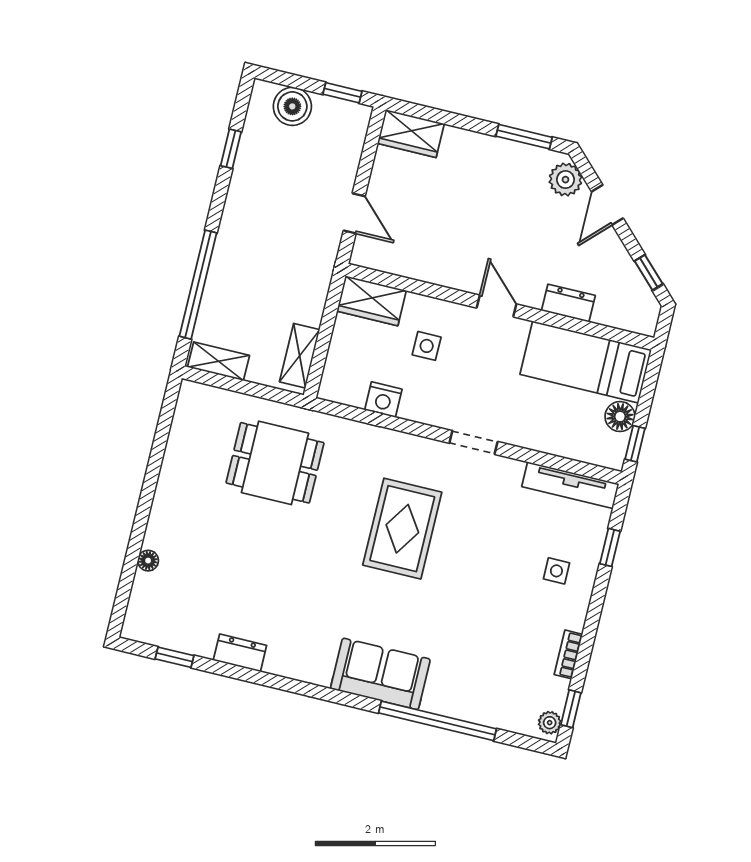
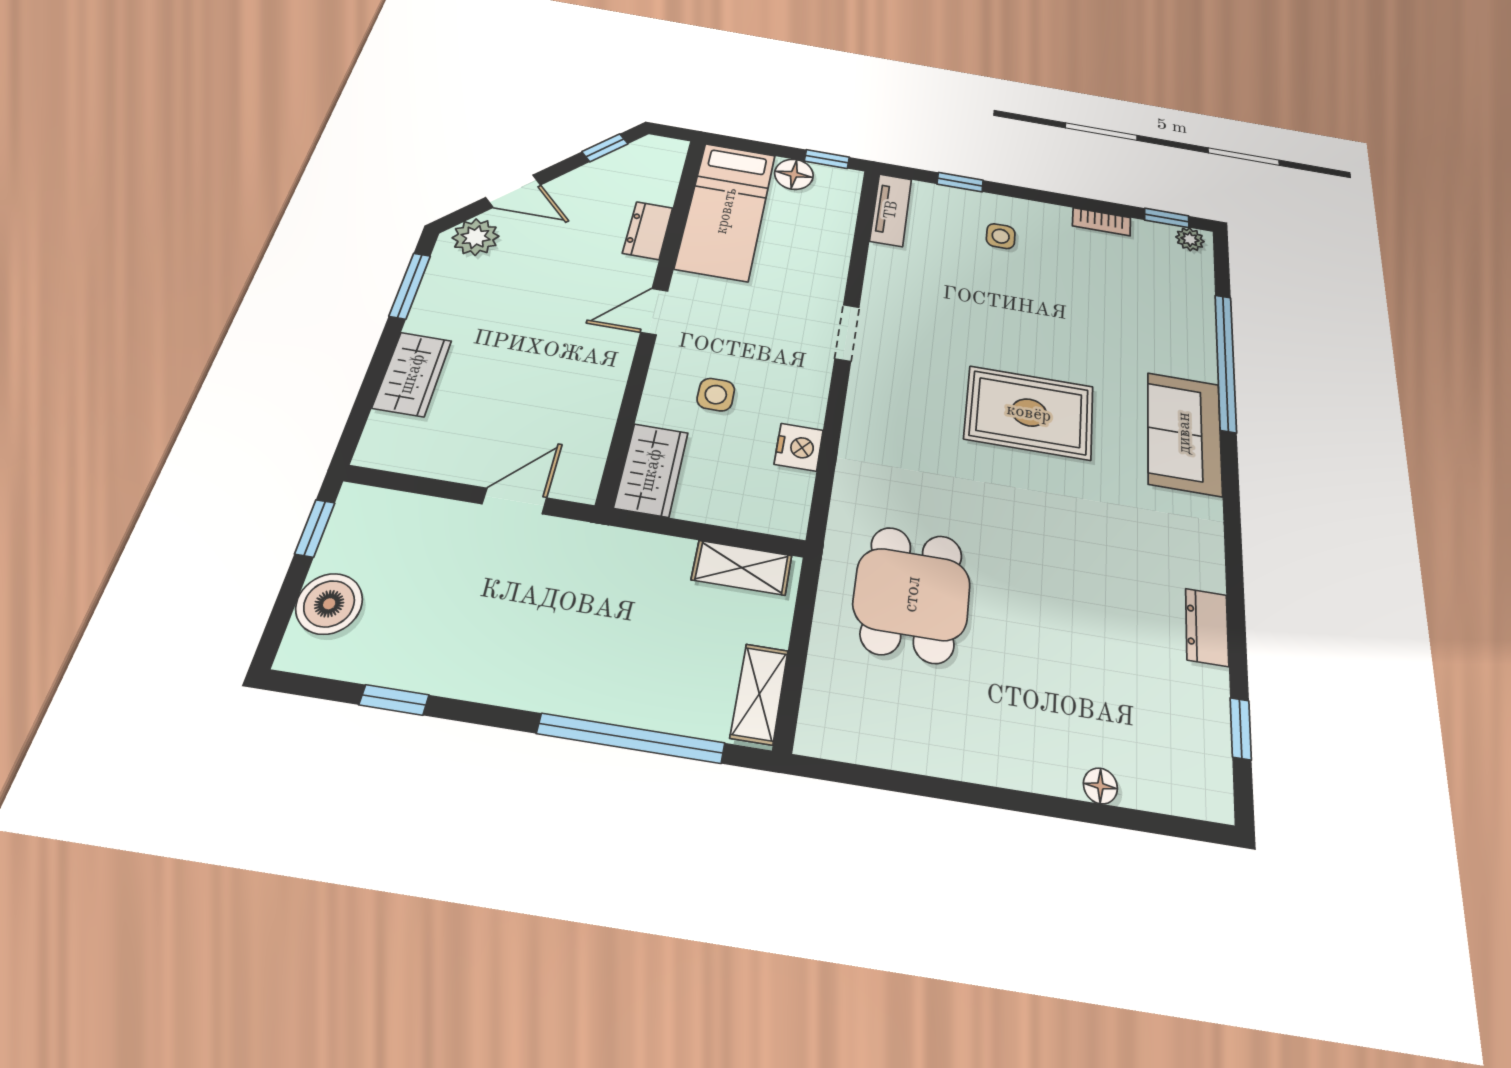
wardrobe: (411, 133) -> (412, 374), moved
tv unit: (570, 485) -> (891, 210), width x0.71
rug: (402, 529) -> (1029, 413), moved

